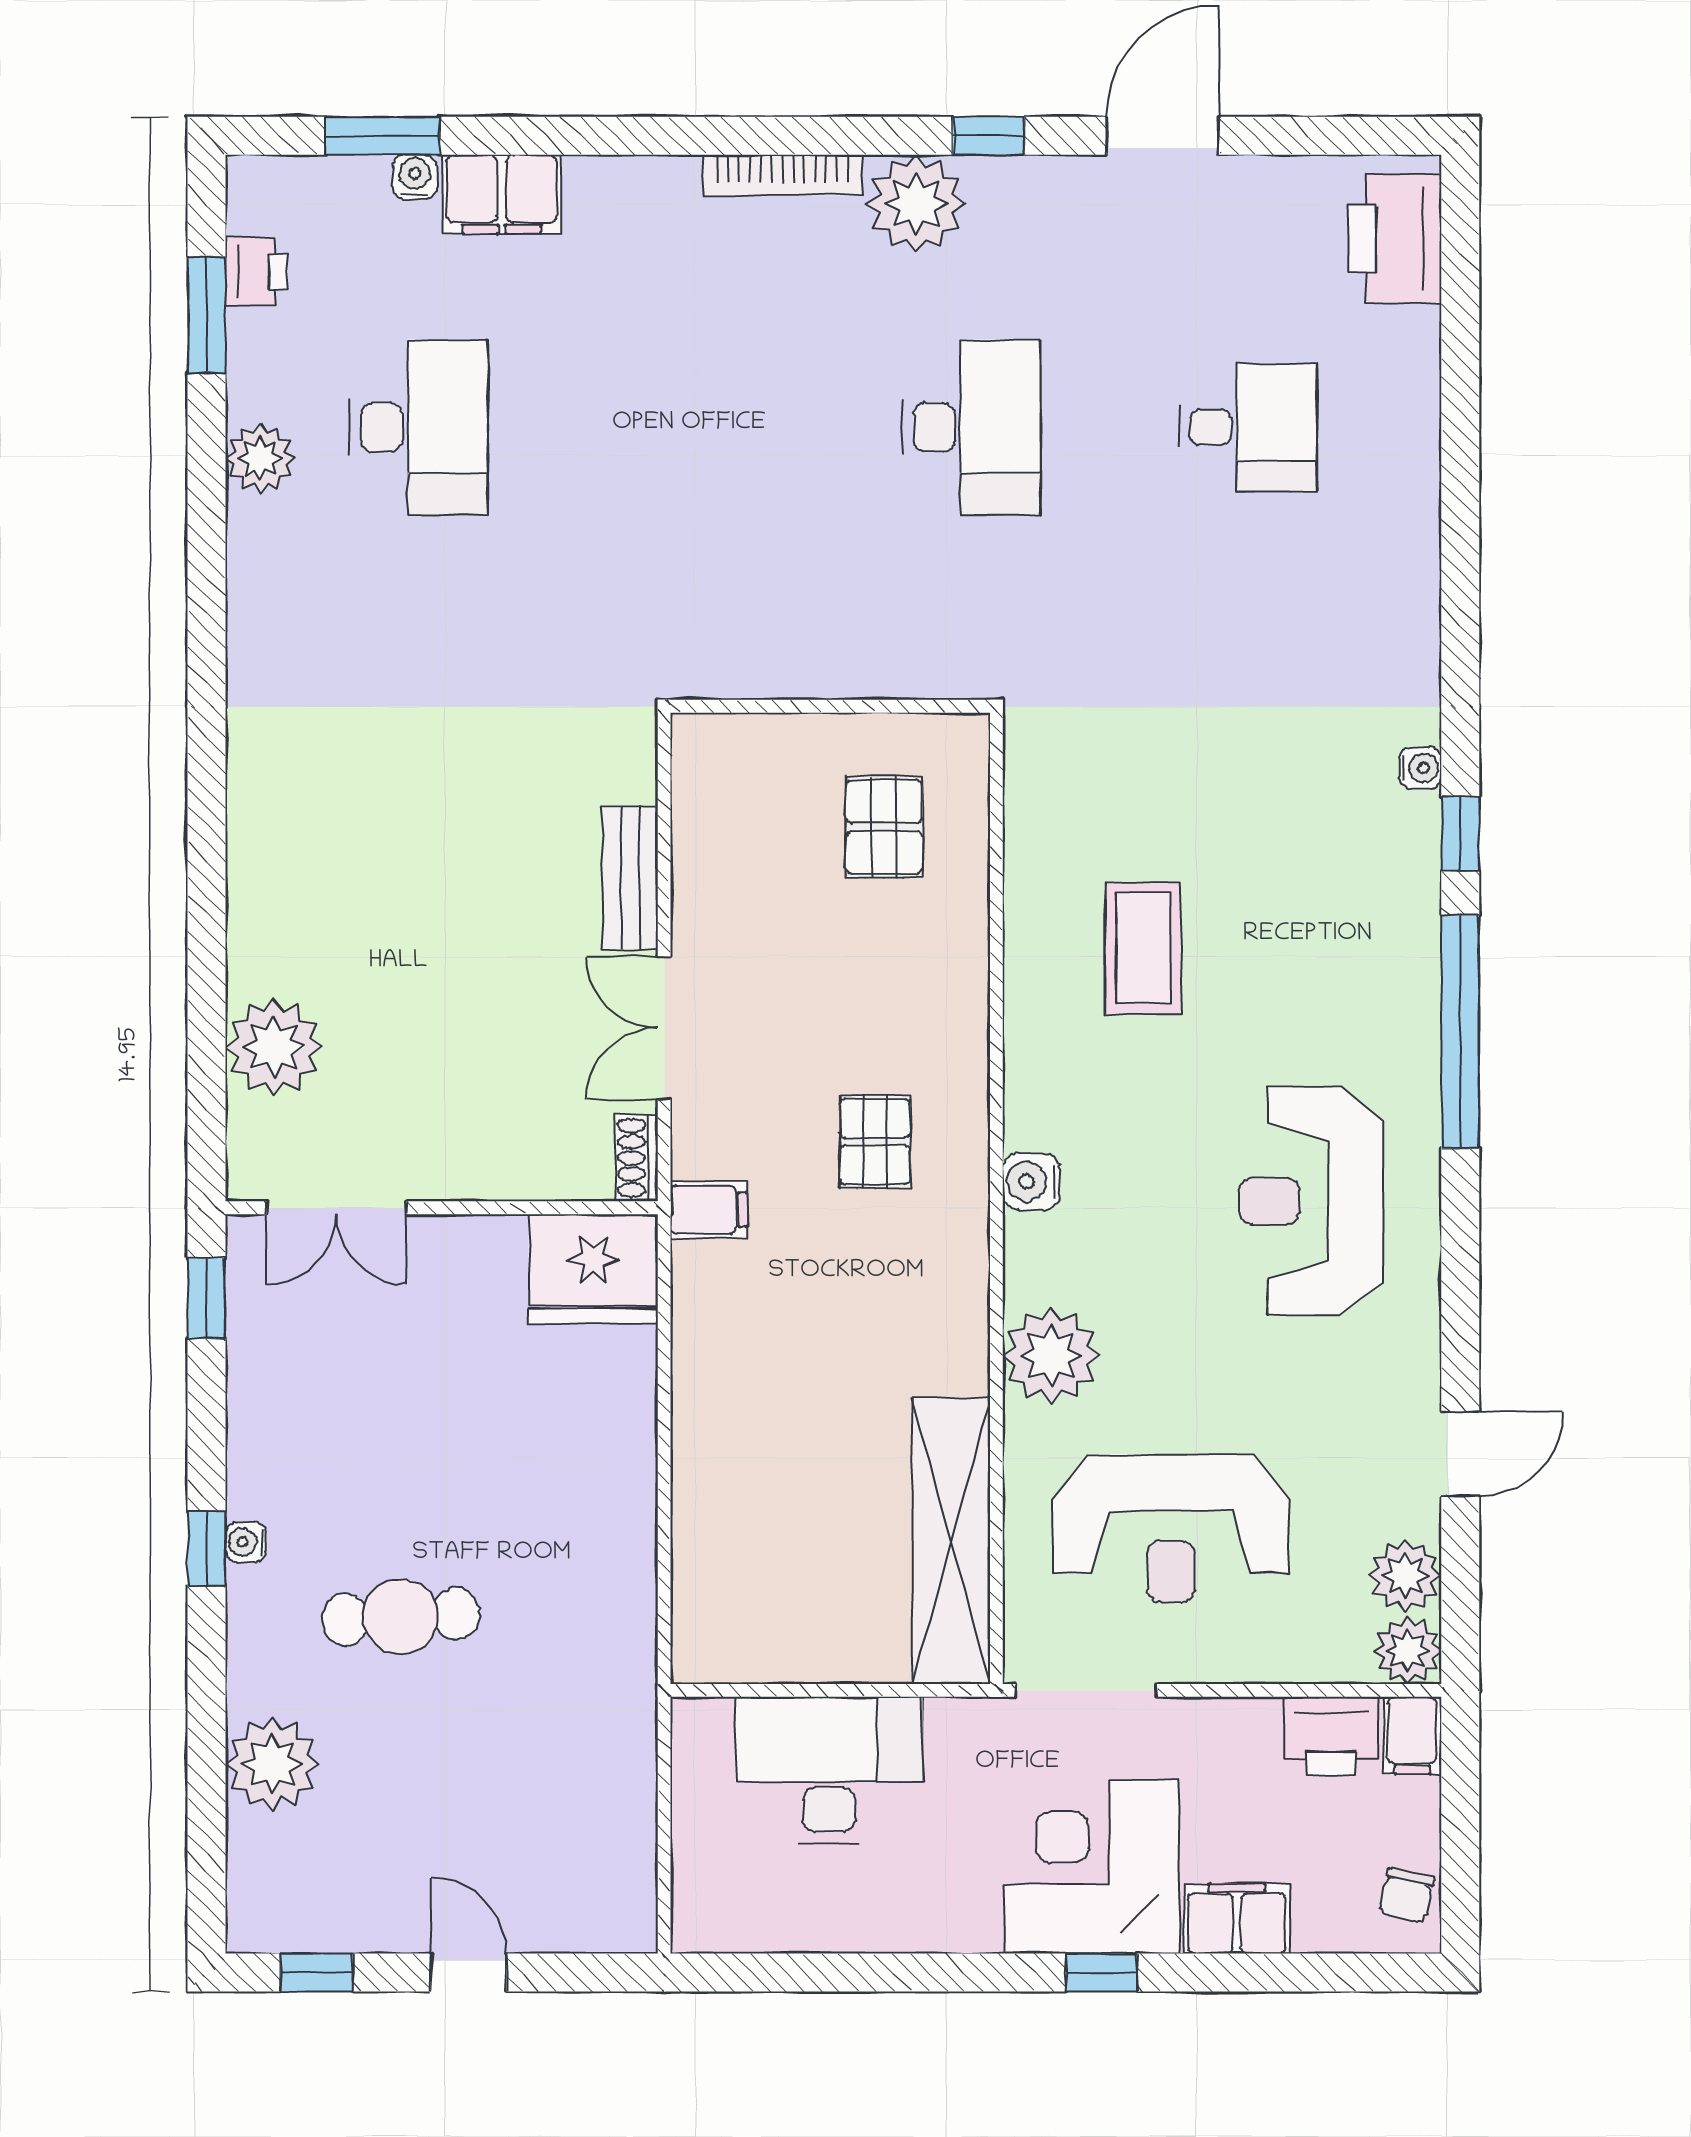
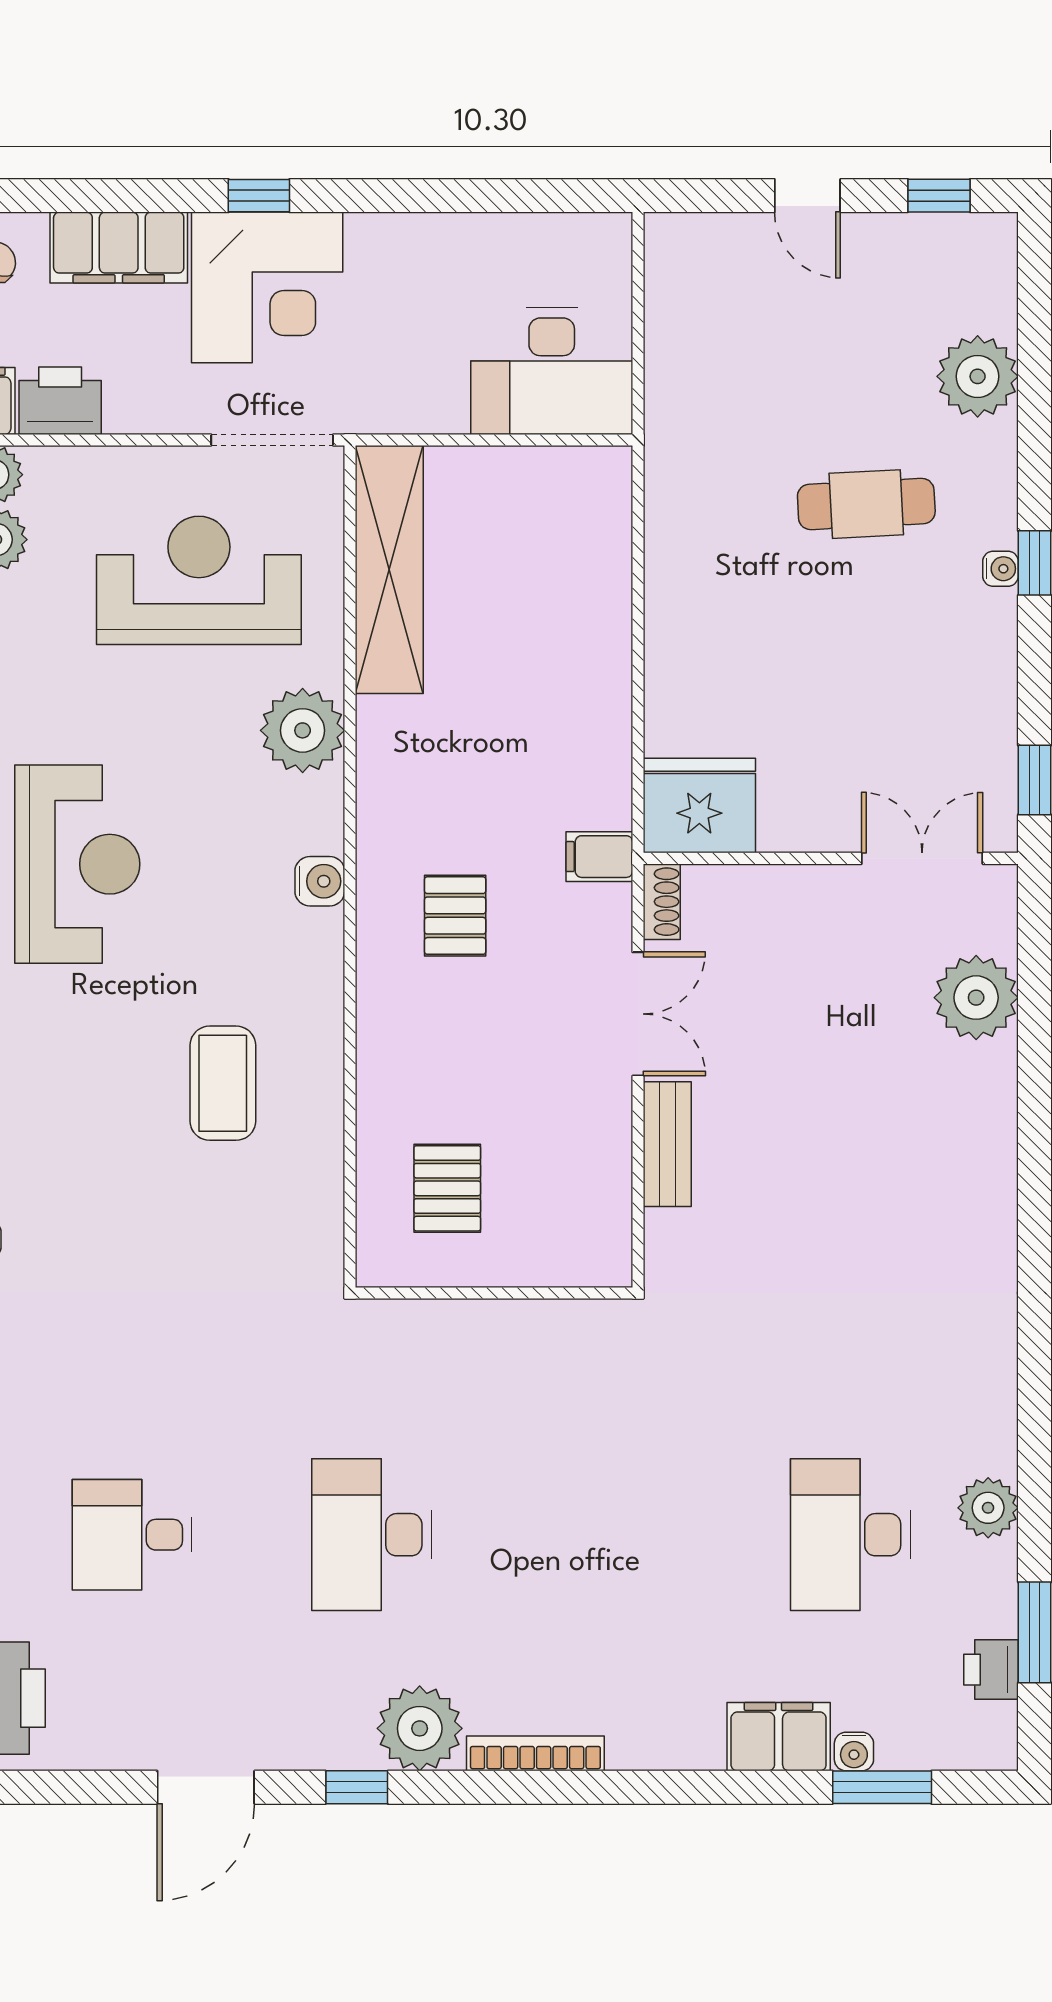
desk: (829, 1770) -> (552, 371), moved
filing cabinet: (1237, 1919) -> (119, 248), width x1.50, depth x1.17

